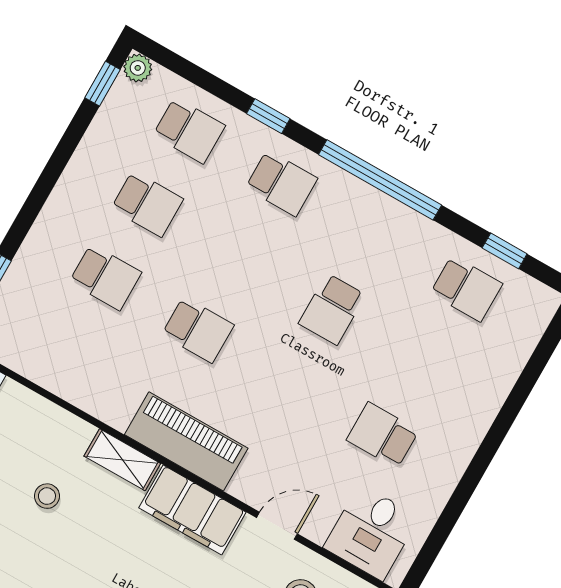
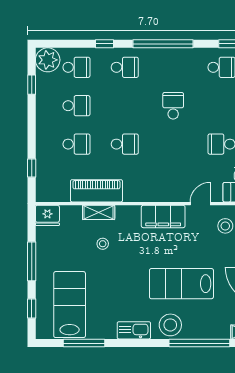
plant: (138, 68) -> (48, 60), width x1.88, depth x1.88
window: (102, 84) -> (32, 85), moved
school desk: (332, 309) -> (173, 106), turned 180
piano: (186, 441) -> (96, 191), moved
shelving: (122, 460) -> (99, 212), moved

